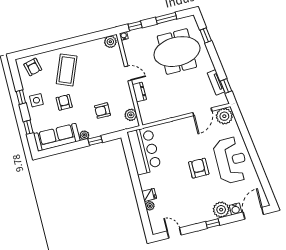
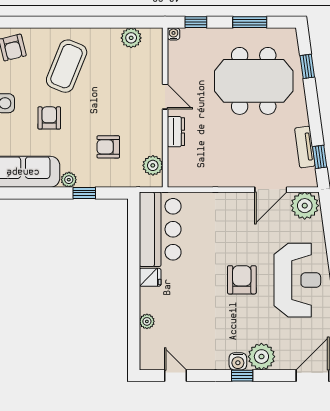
plant: (110, 42) -> (131, 38), moved
fridge: (149, 195) -> (150, 277), moved
water cooler: (235, 209) -> (238, 361), moved

